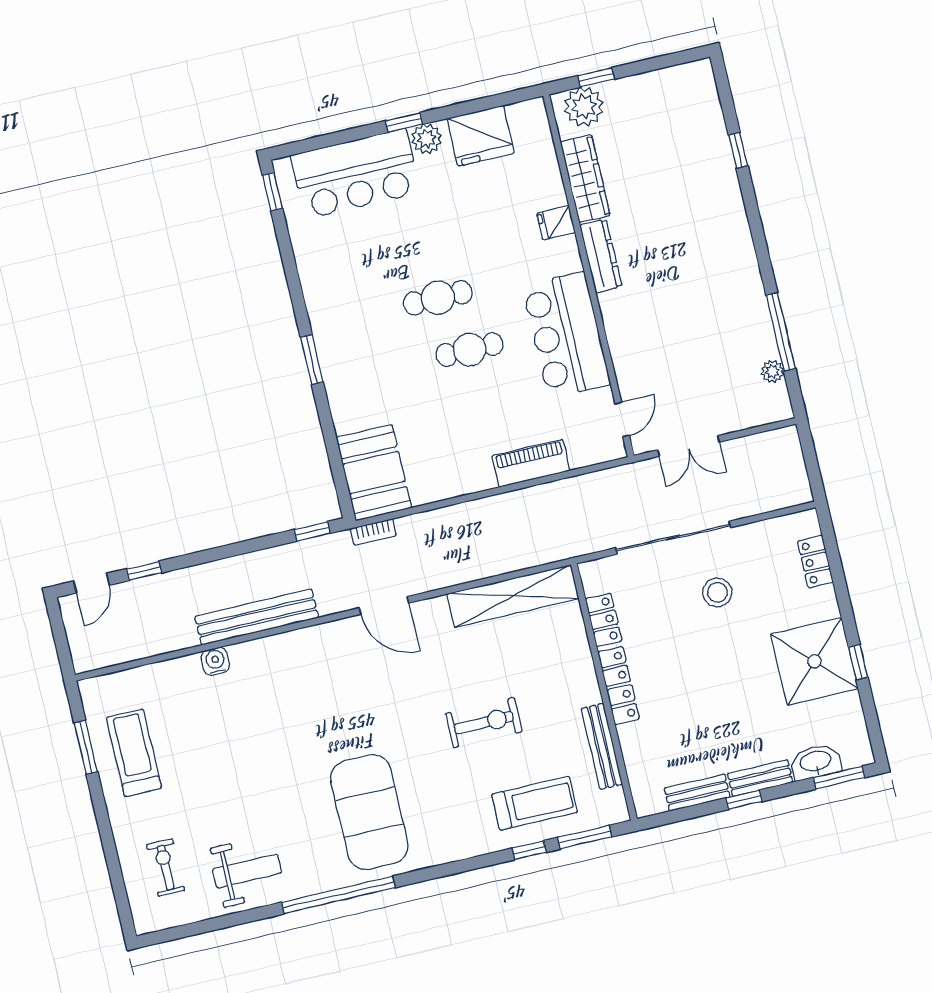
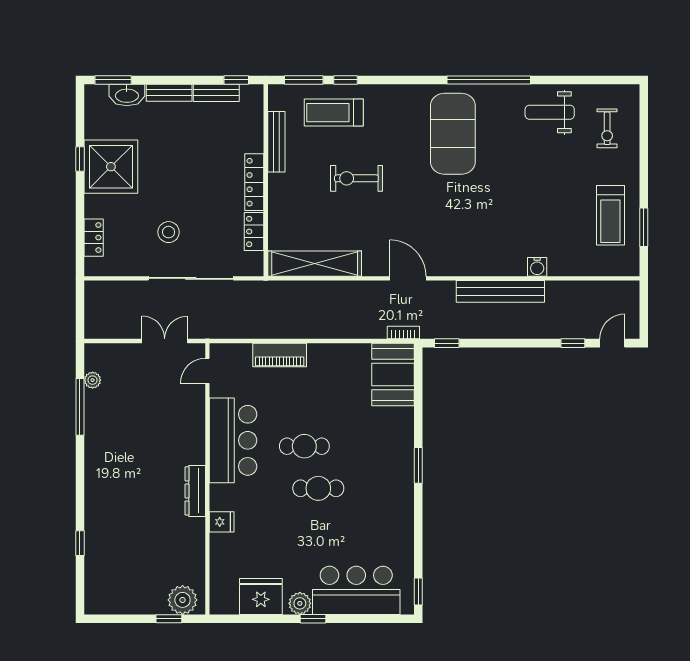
wardrobe: (585, 179) -> (194, 549), removed
window: (744, 800) -> (236, 80), moved

